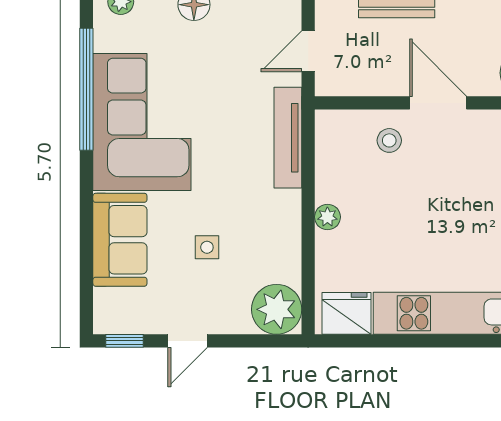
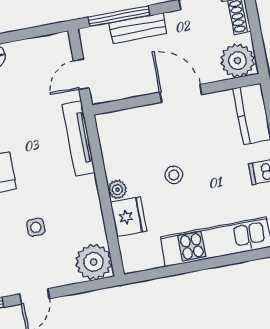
stool: (389, 140) -> (174, 175), moved
fridge: (347, 313) -> (128, 217), moved, turned 90

